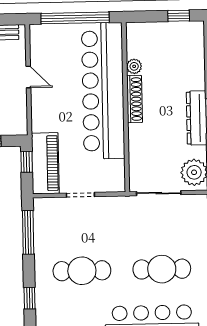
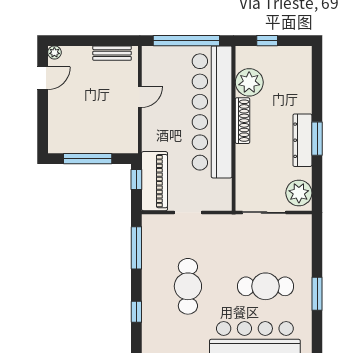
window: (179, 16) -> (267, 41), moved
plant: (134, 66) -> (249, 82), width x1.88, depth x1.88
door: (28, 77) -> (140, 97), hinge flipped
cafe table: (82, 271) -> (188, 286), turned 90

